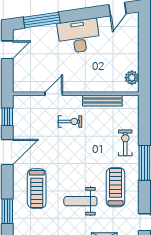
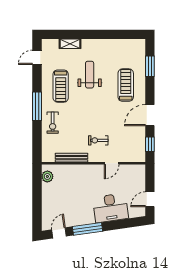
window: (42, 20) -> (87, 229), moved
desk: (79, 36) -> (111, 208), moved
weight bench: (80, 201) -> (90, 75), turned -90

